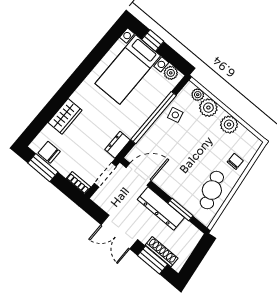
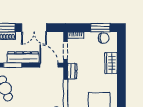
door: (139, 174) -> (49, 65), swing flipped
double door: (119, 232) -> (34, 28), swing flipped

